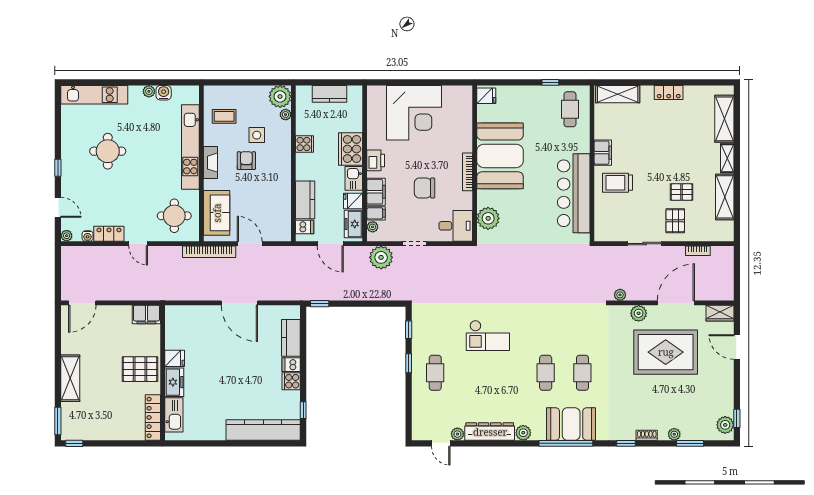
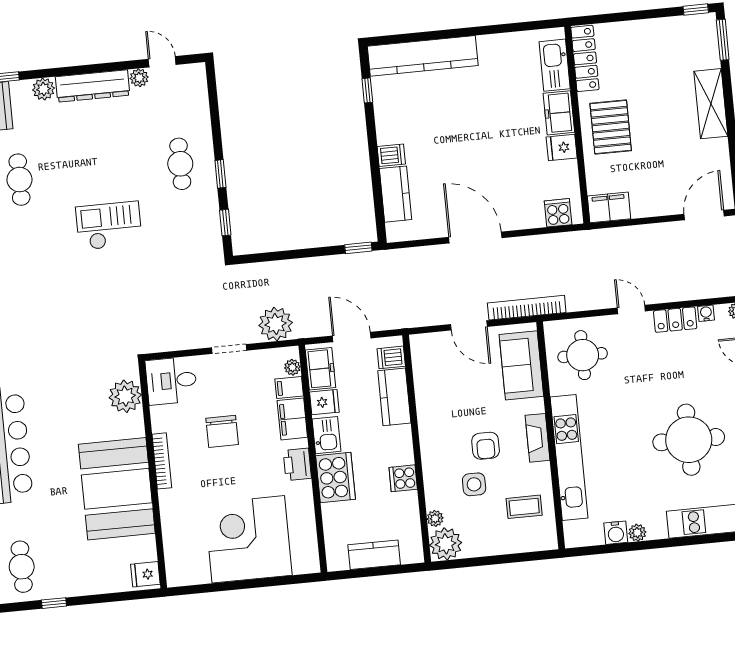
round table: (108, 151) -> (689, 440), width x1.36, depth x1.36
chair: (425, 188) -> (222, 431), turned 90
pallet: (140, 369) -> (611, 127), turned 90
cooker: (291, 381) -> (558, 213), moved, turned -90

